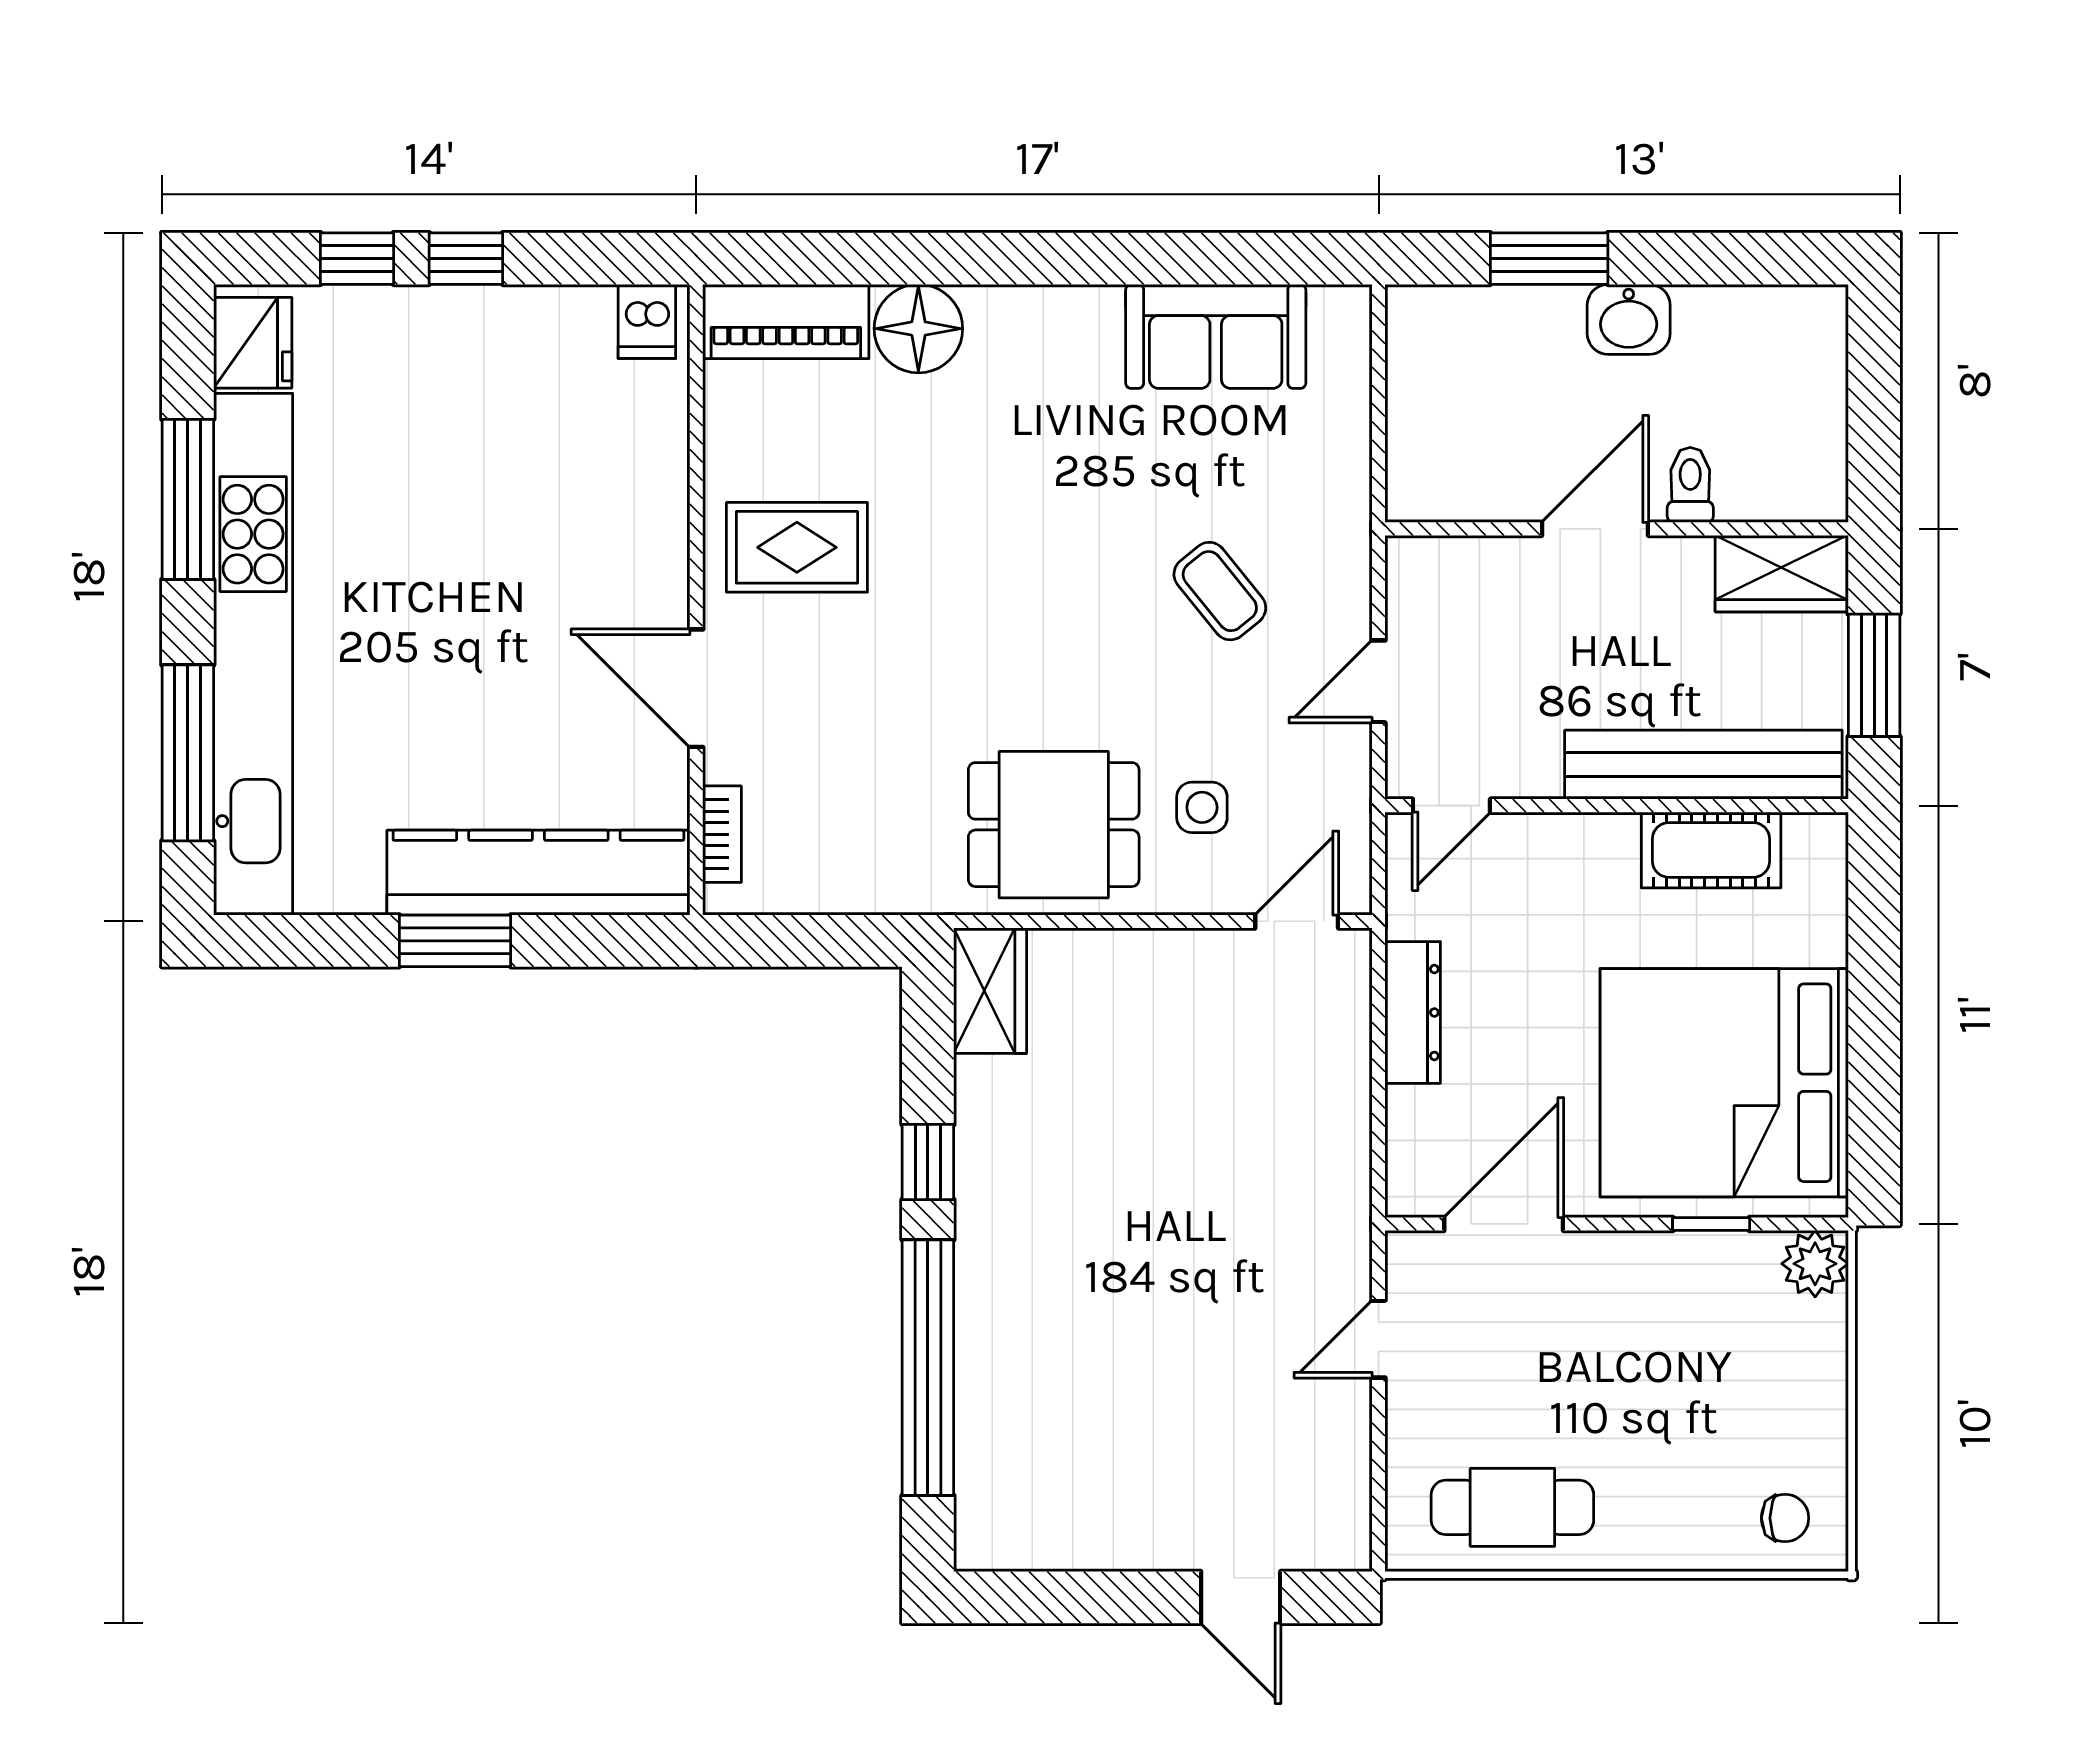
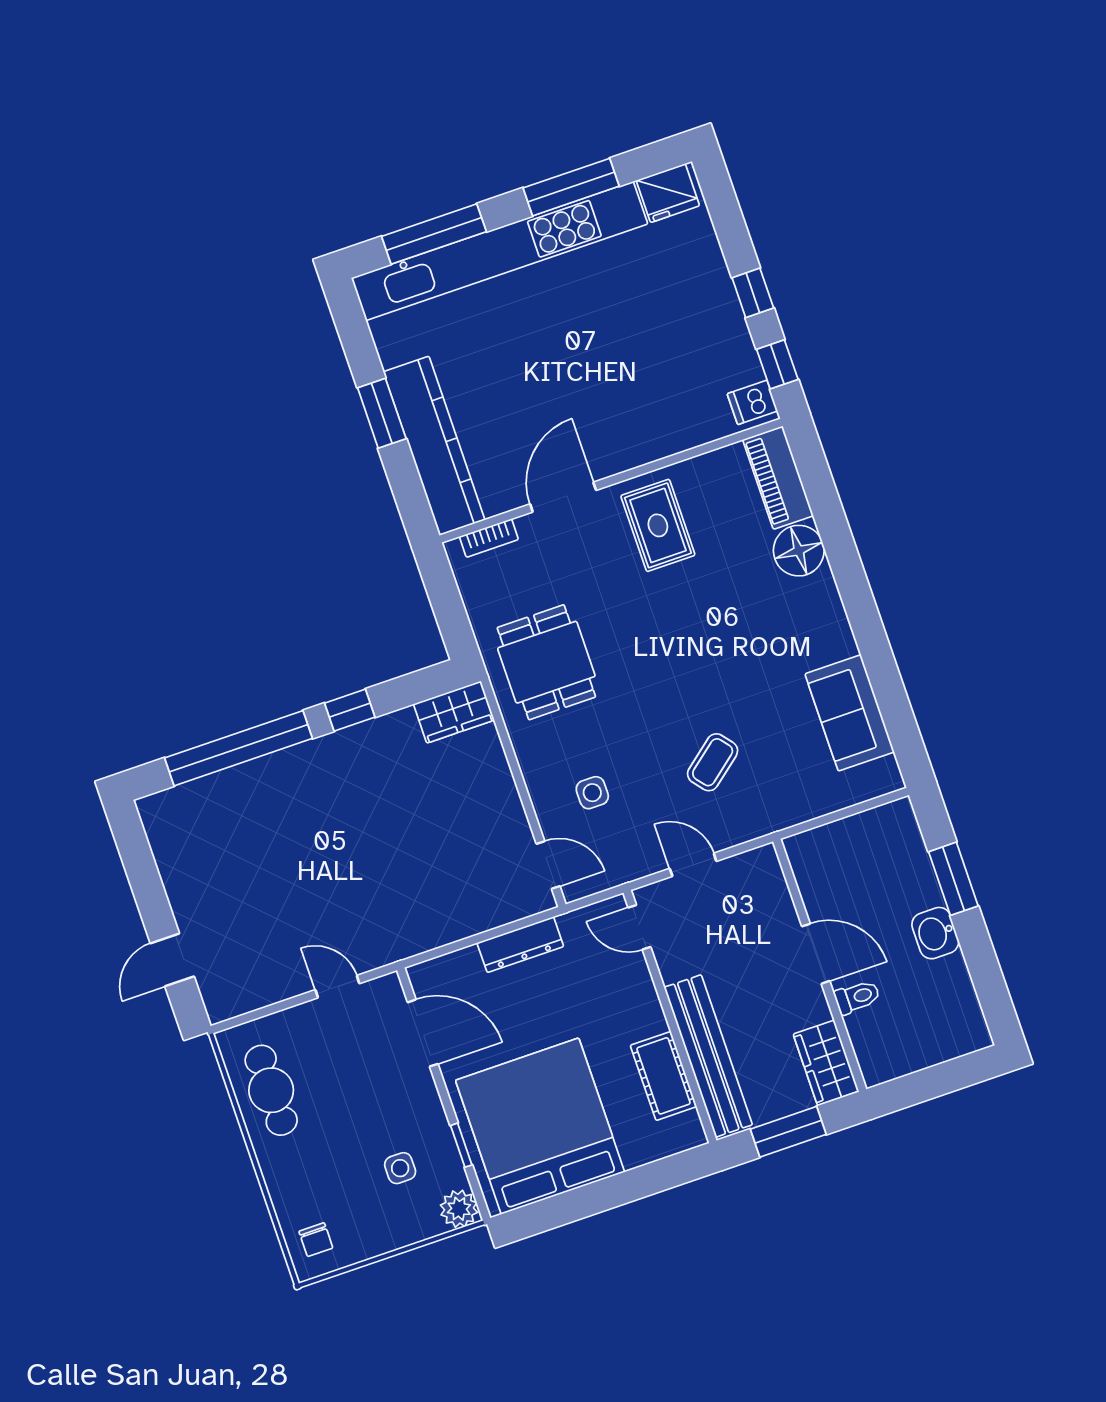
window: (357, 259) -> (777, 364), moved
dining table: (1054, 825) -> (546, 662), moved
side table: (1714, 1338) -> (400, 1168), added

